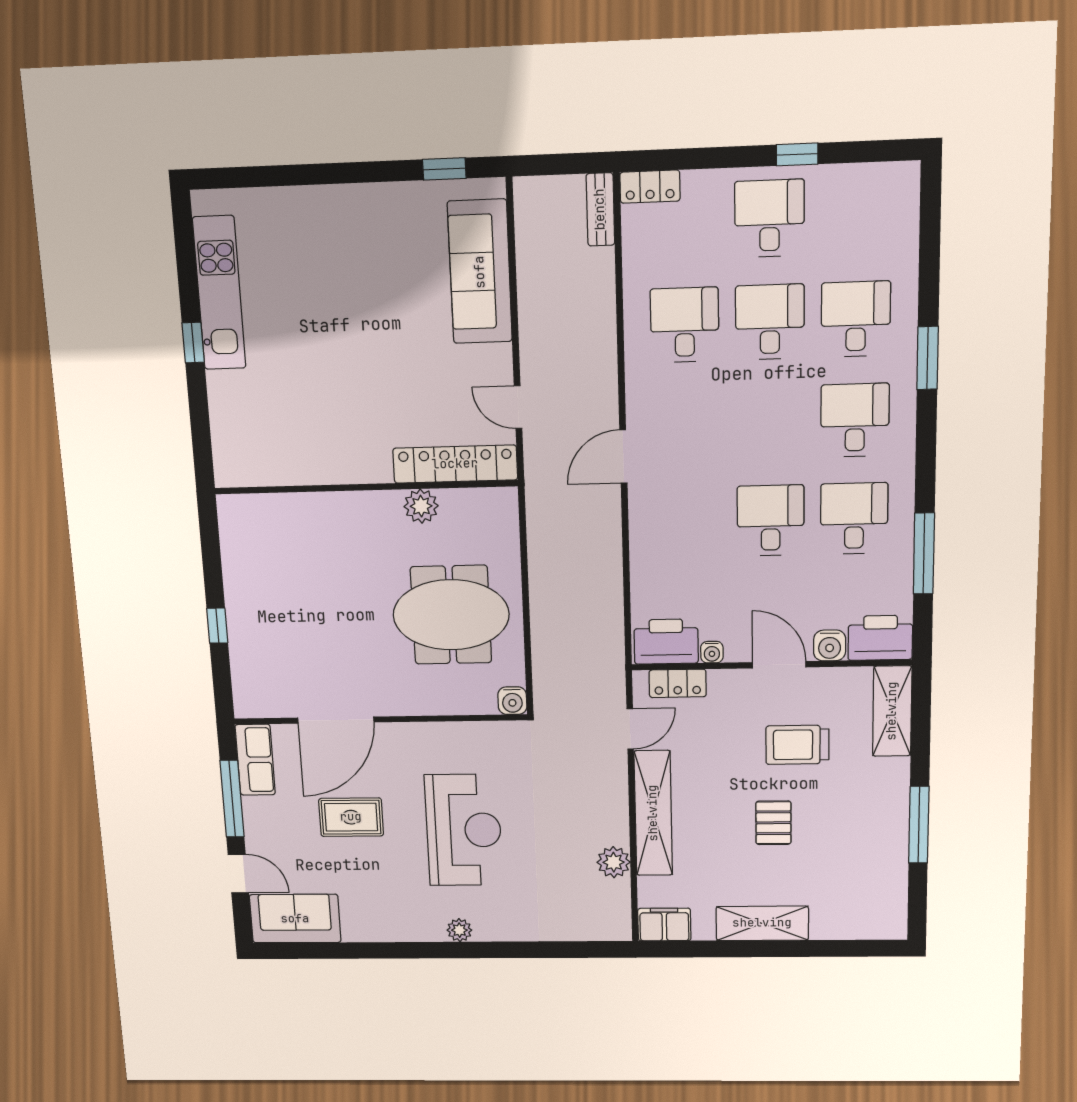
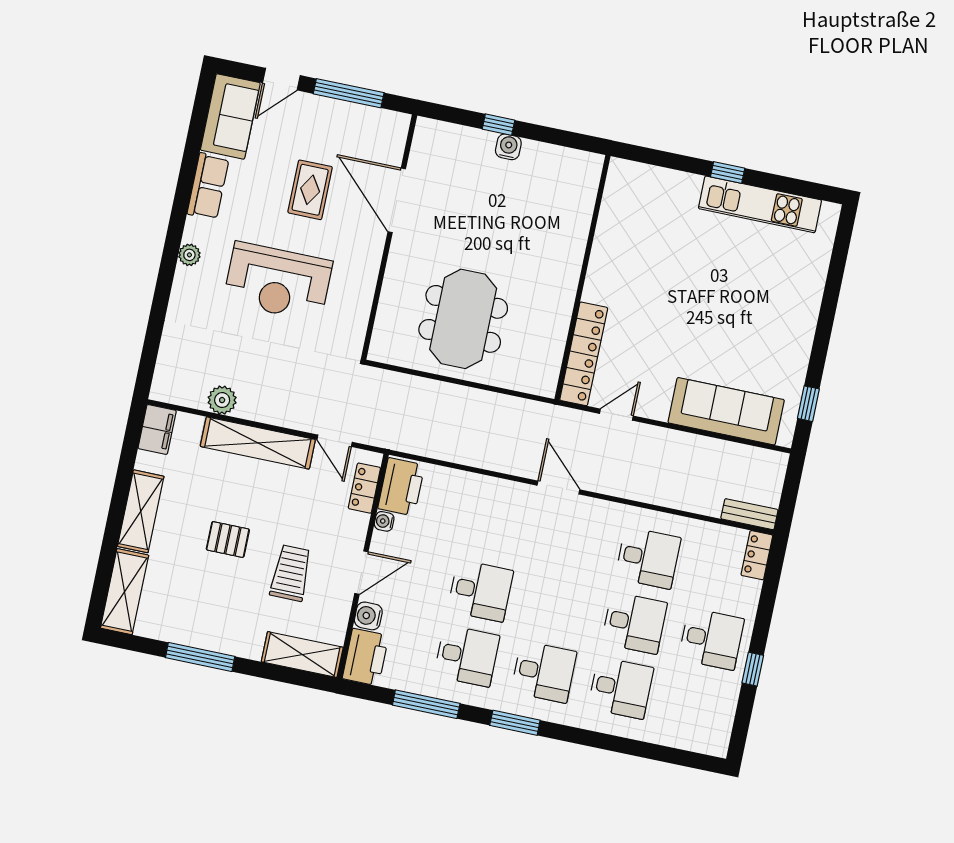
window: (928, 358) -> (515, 723), moved
plant: (421, 506) -> (557, 318), removed
water cooler: (512, 701) -> (508, 147), moved, turned 90
row of seats: (255, 760) -> (208, 186), moved, turned -90
shelving: (859, 922) -> (125, 592), added

